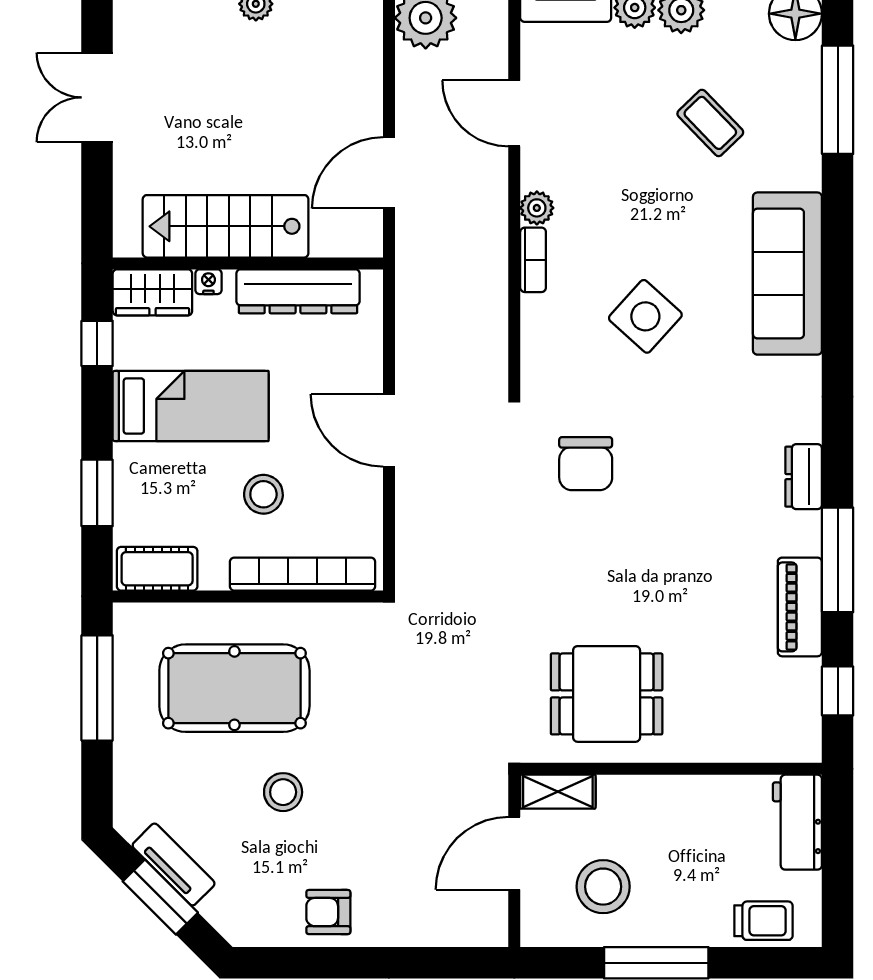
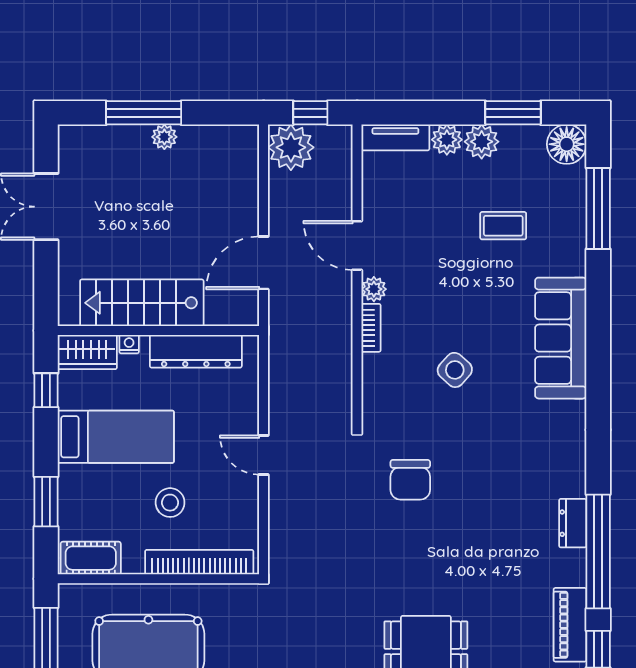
door: (514, 113) -> (357, 245), moved
coffee table: (710, 123) -> (503, 226), turned -46
side table: (645, 316) -> (455, 370), width x0.73, depth x0.73
door: (389, 430) -> (264, 455), width x0.73
dresser: (804, 477) -> (573, 523), moved
window: (838, 560) -> (598, 551), width x1.46
piano: (800, 607) -> (570, 625), moved

